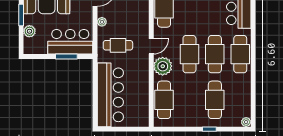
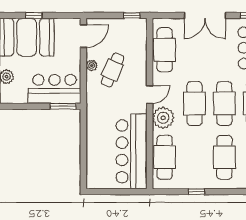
cafe table: (118, 45) -> (113, 70), moved, turned -66
window: (66, 56) -> (63, 106), moved
bar counter: (110, 95) -> (132, 151), moved, turned 180
window: (209, 129) -> (197, 192), moved

